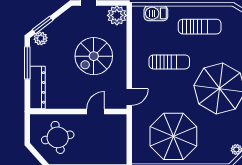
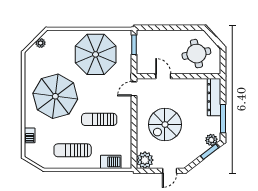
spiral stairs: (94, 56) -> (165, 125), turned 180
door: (96, 112) -> (163, 76), swing flipped
window: (129, 147) -> (134, 45), added

